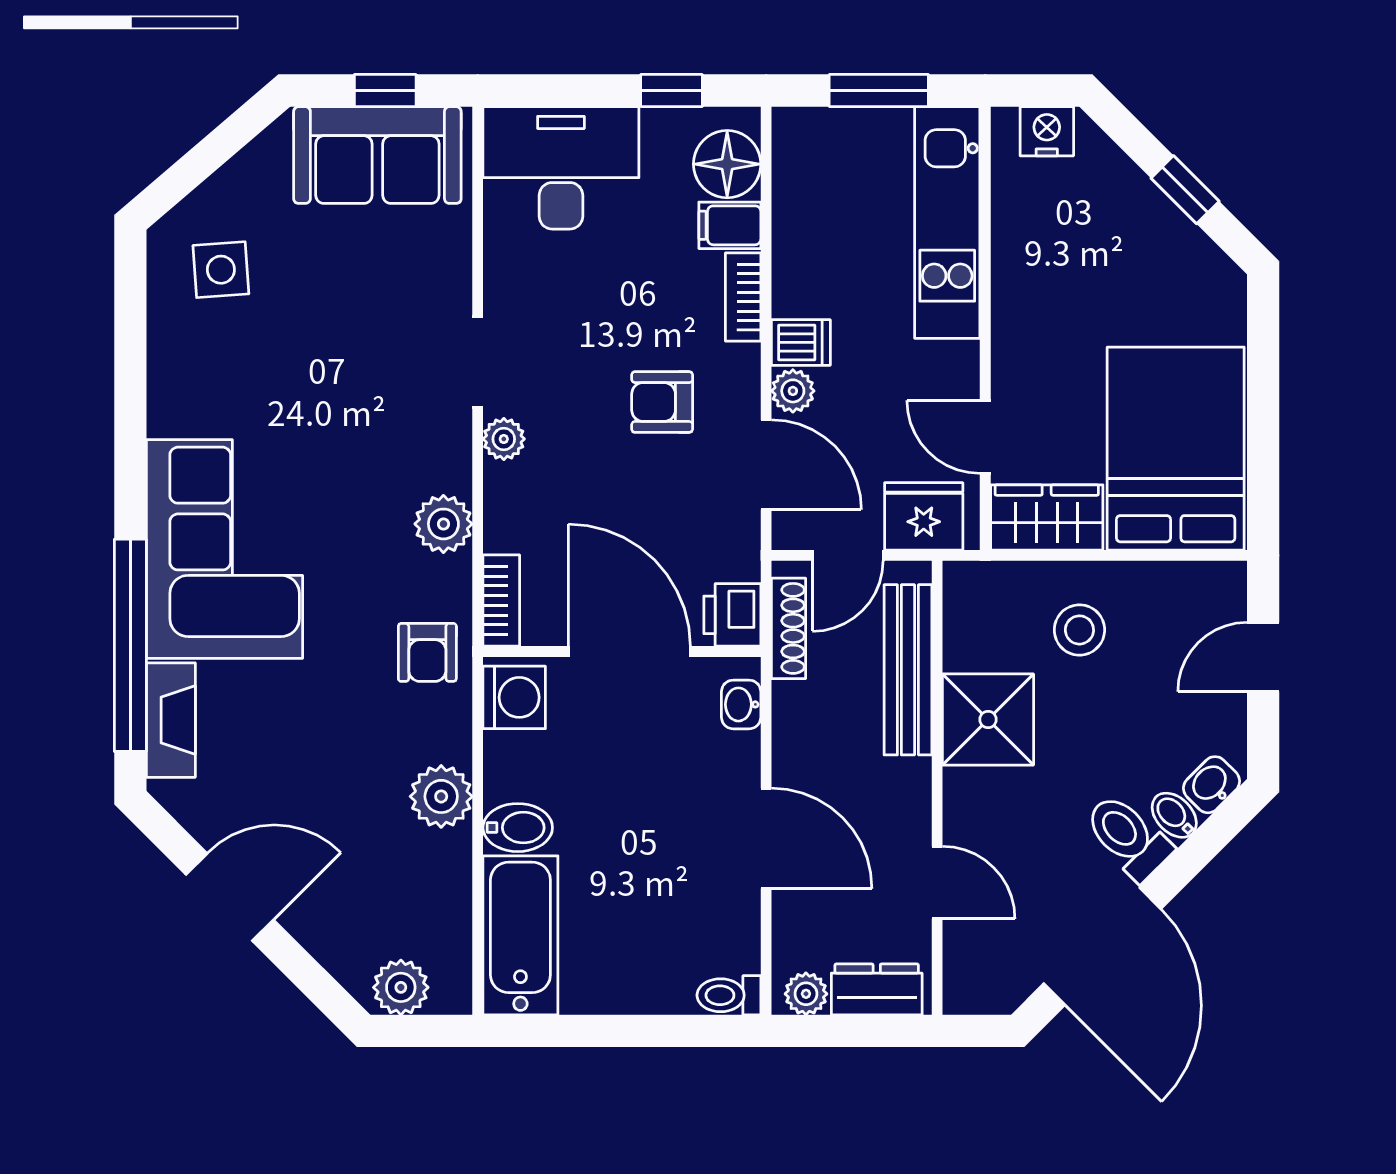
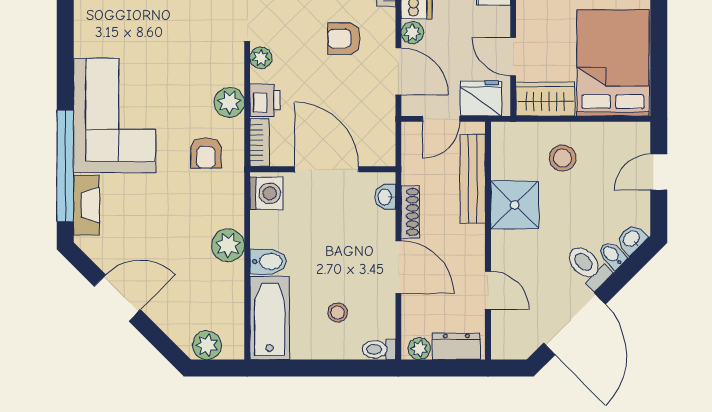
printer: (732, 615) -> (265, 100), moved, turned 180
shoe rack: (789, 628) -> (410, 212), moved
armchair: (427, 652) -> (206, 153), moved
stool: (650, 925) -> (338, 313), added

